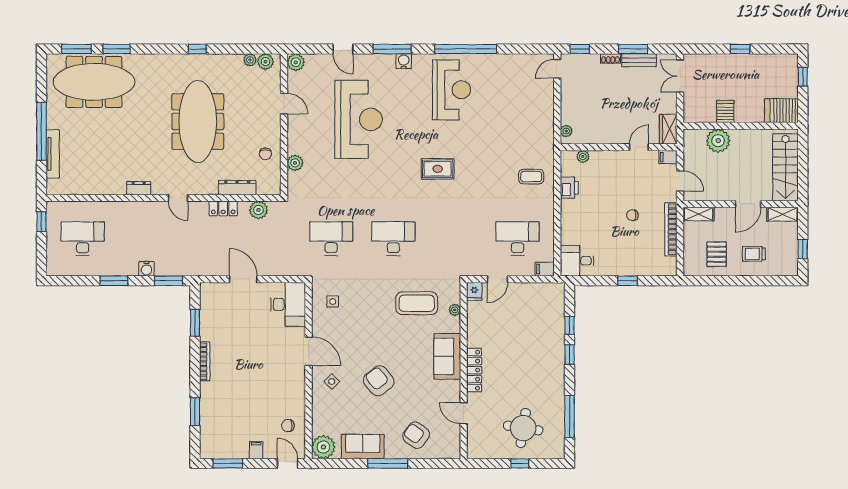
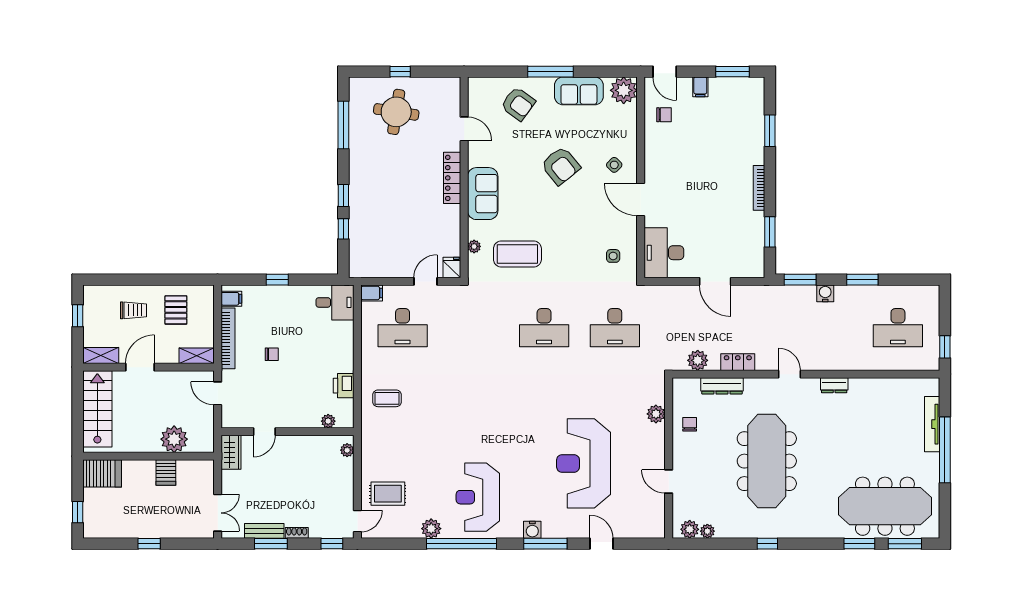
plant: (296, 62) -> (431, 529), moved
filing cabinet: (668, 157) -> (231, 299), moved
rug: (438, 169) -> (388, 494), moved

